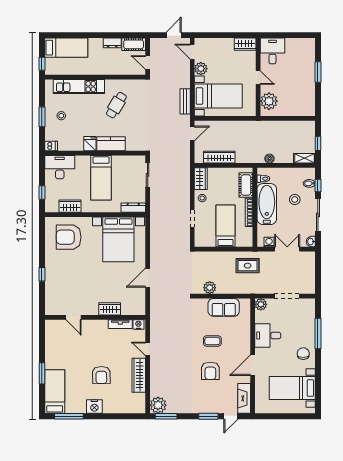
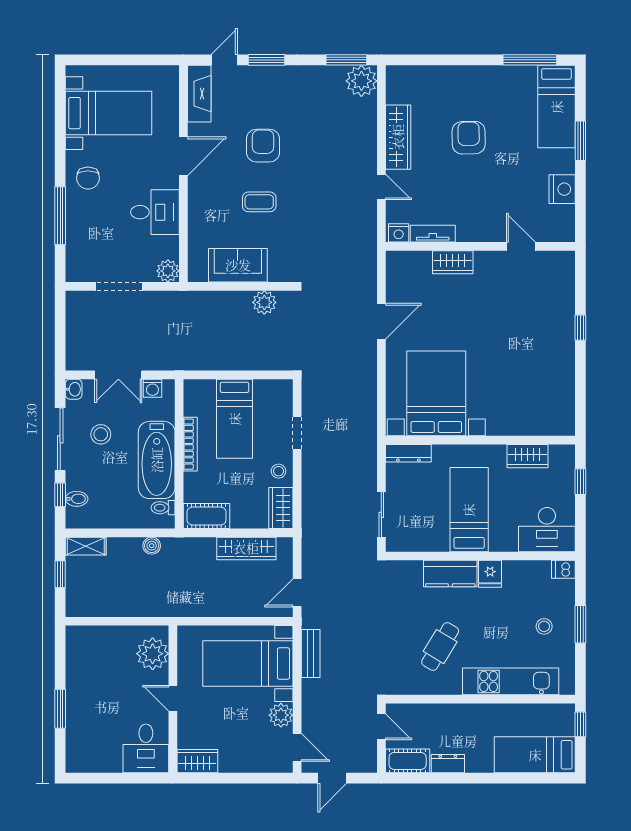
cot: (246, 185) -> (207, 516), moved, turned 90
stool: (295, 199) -> (101, 434), moved
armchair: (69, 237) -> (530, 398), removed
rug: (248, 266) -> (193, 344), removed
nightstand: (94, 407) -> (562, 189), moved, turned 90

